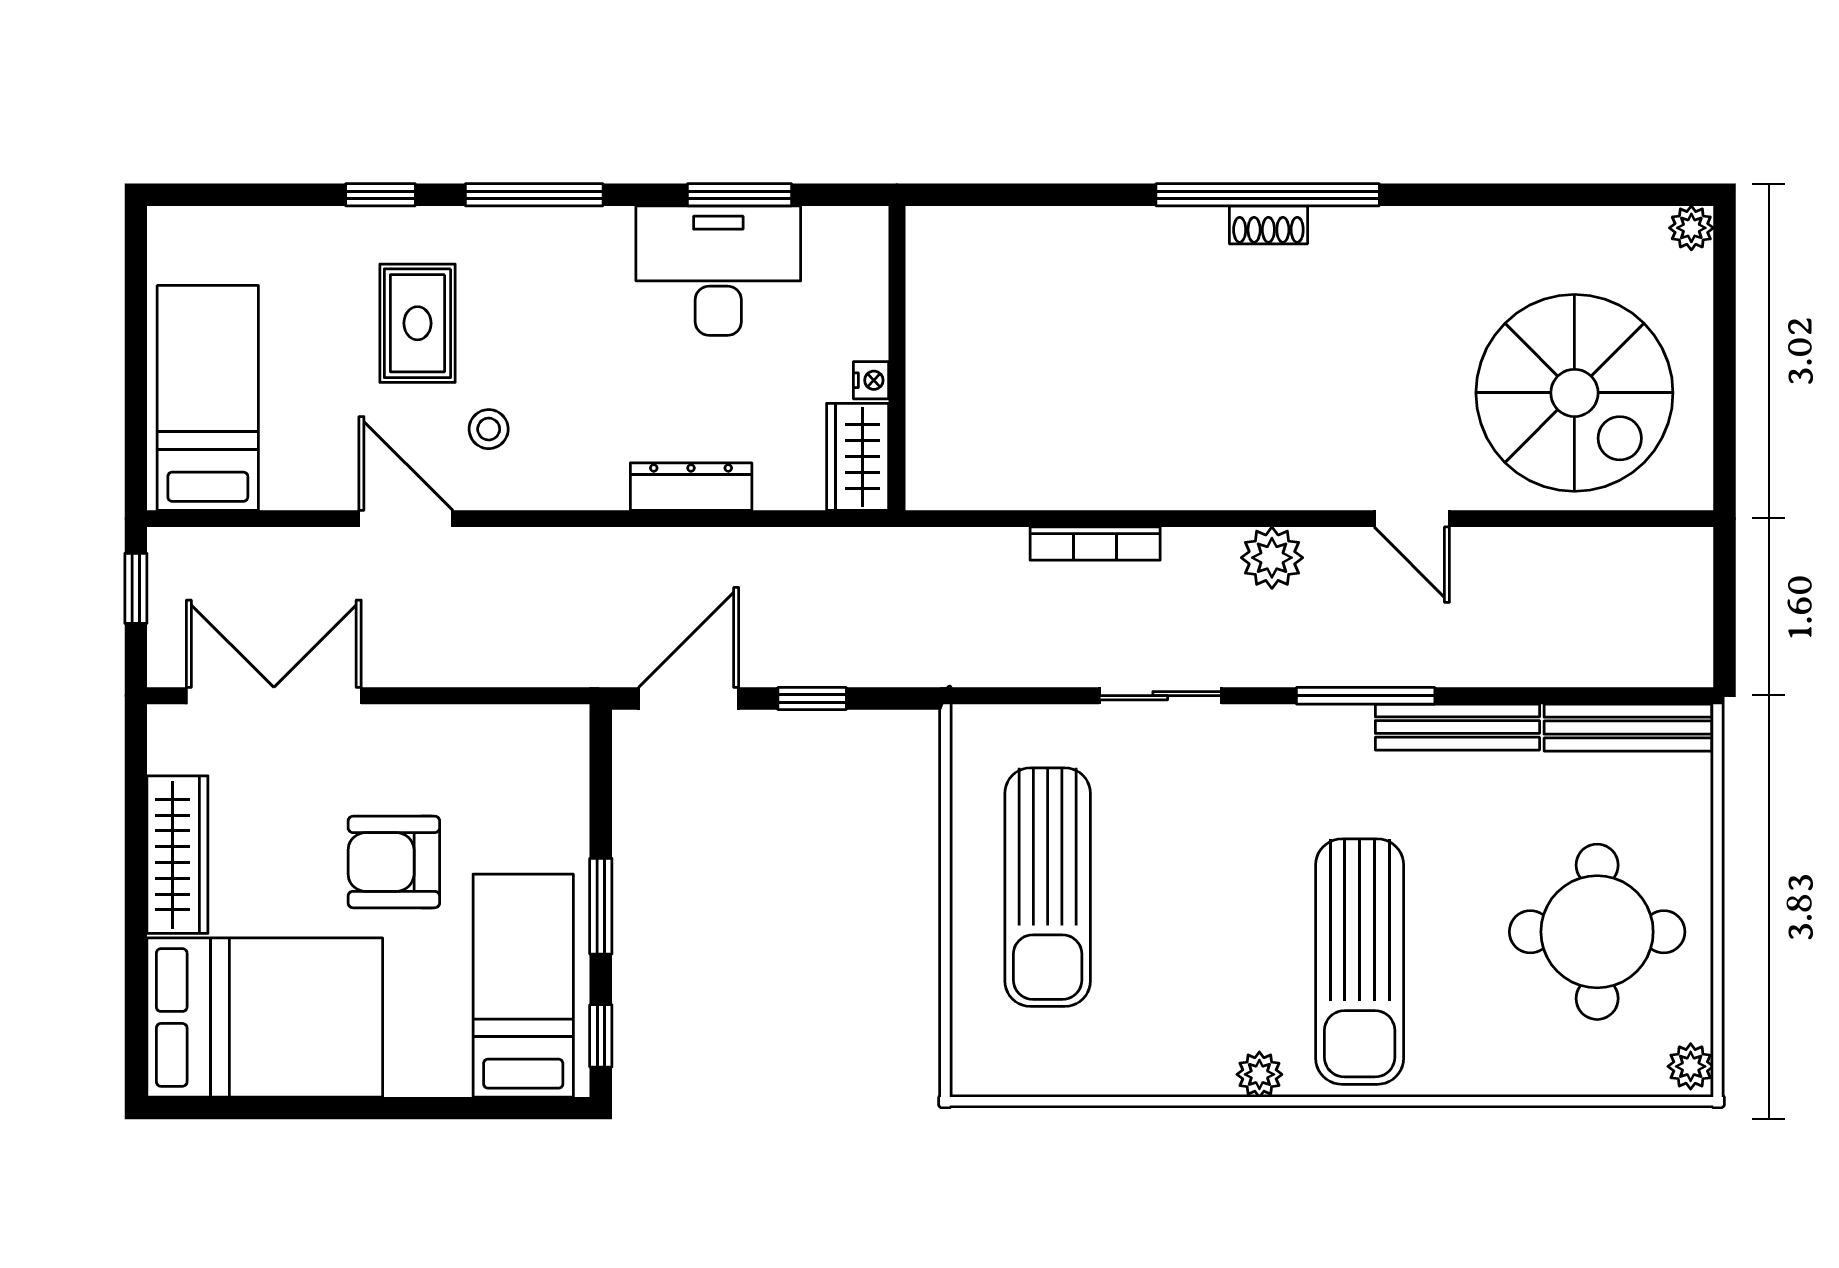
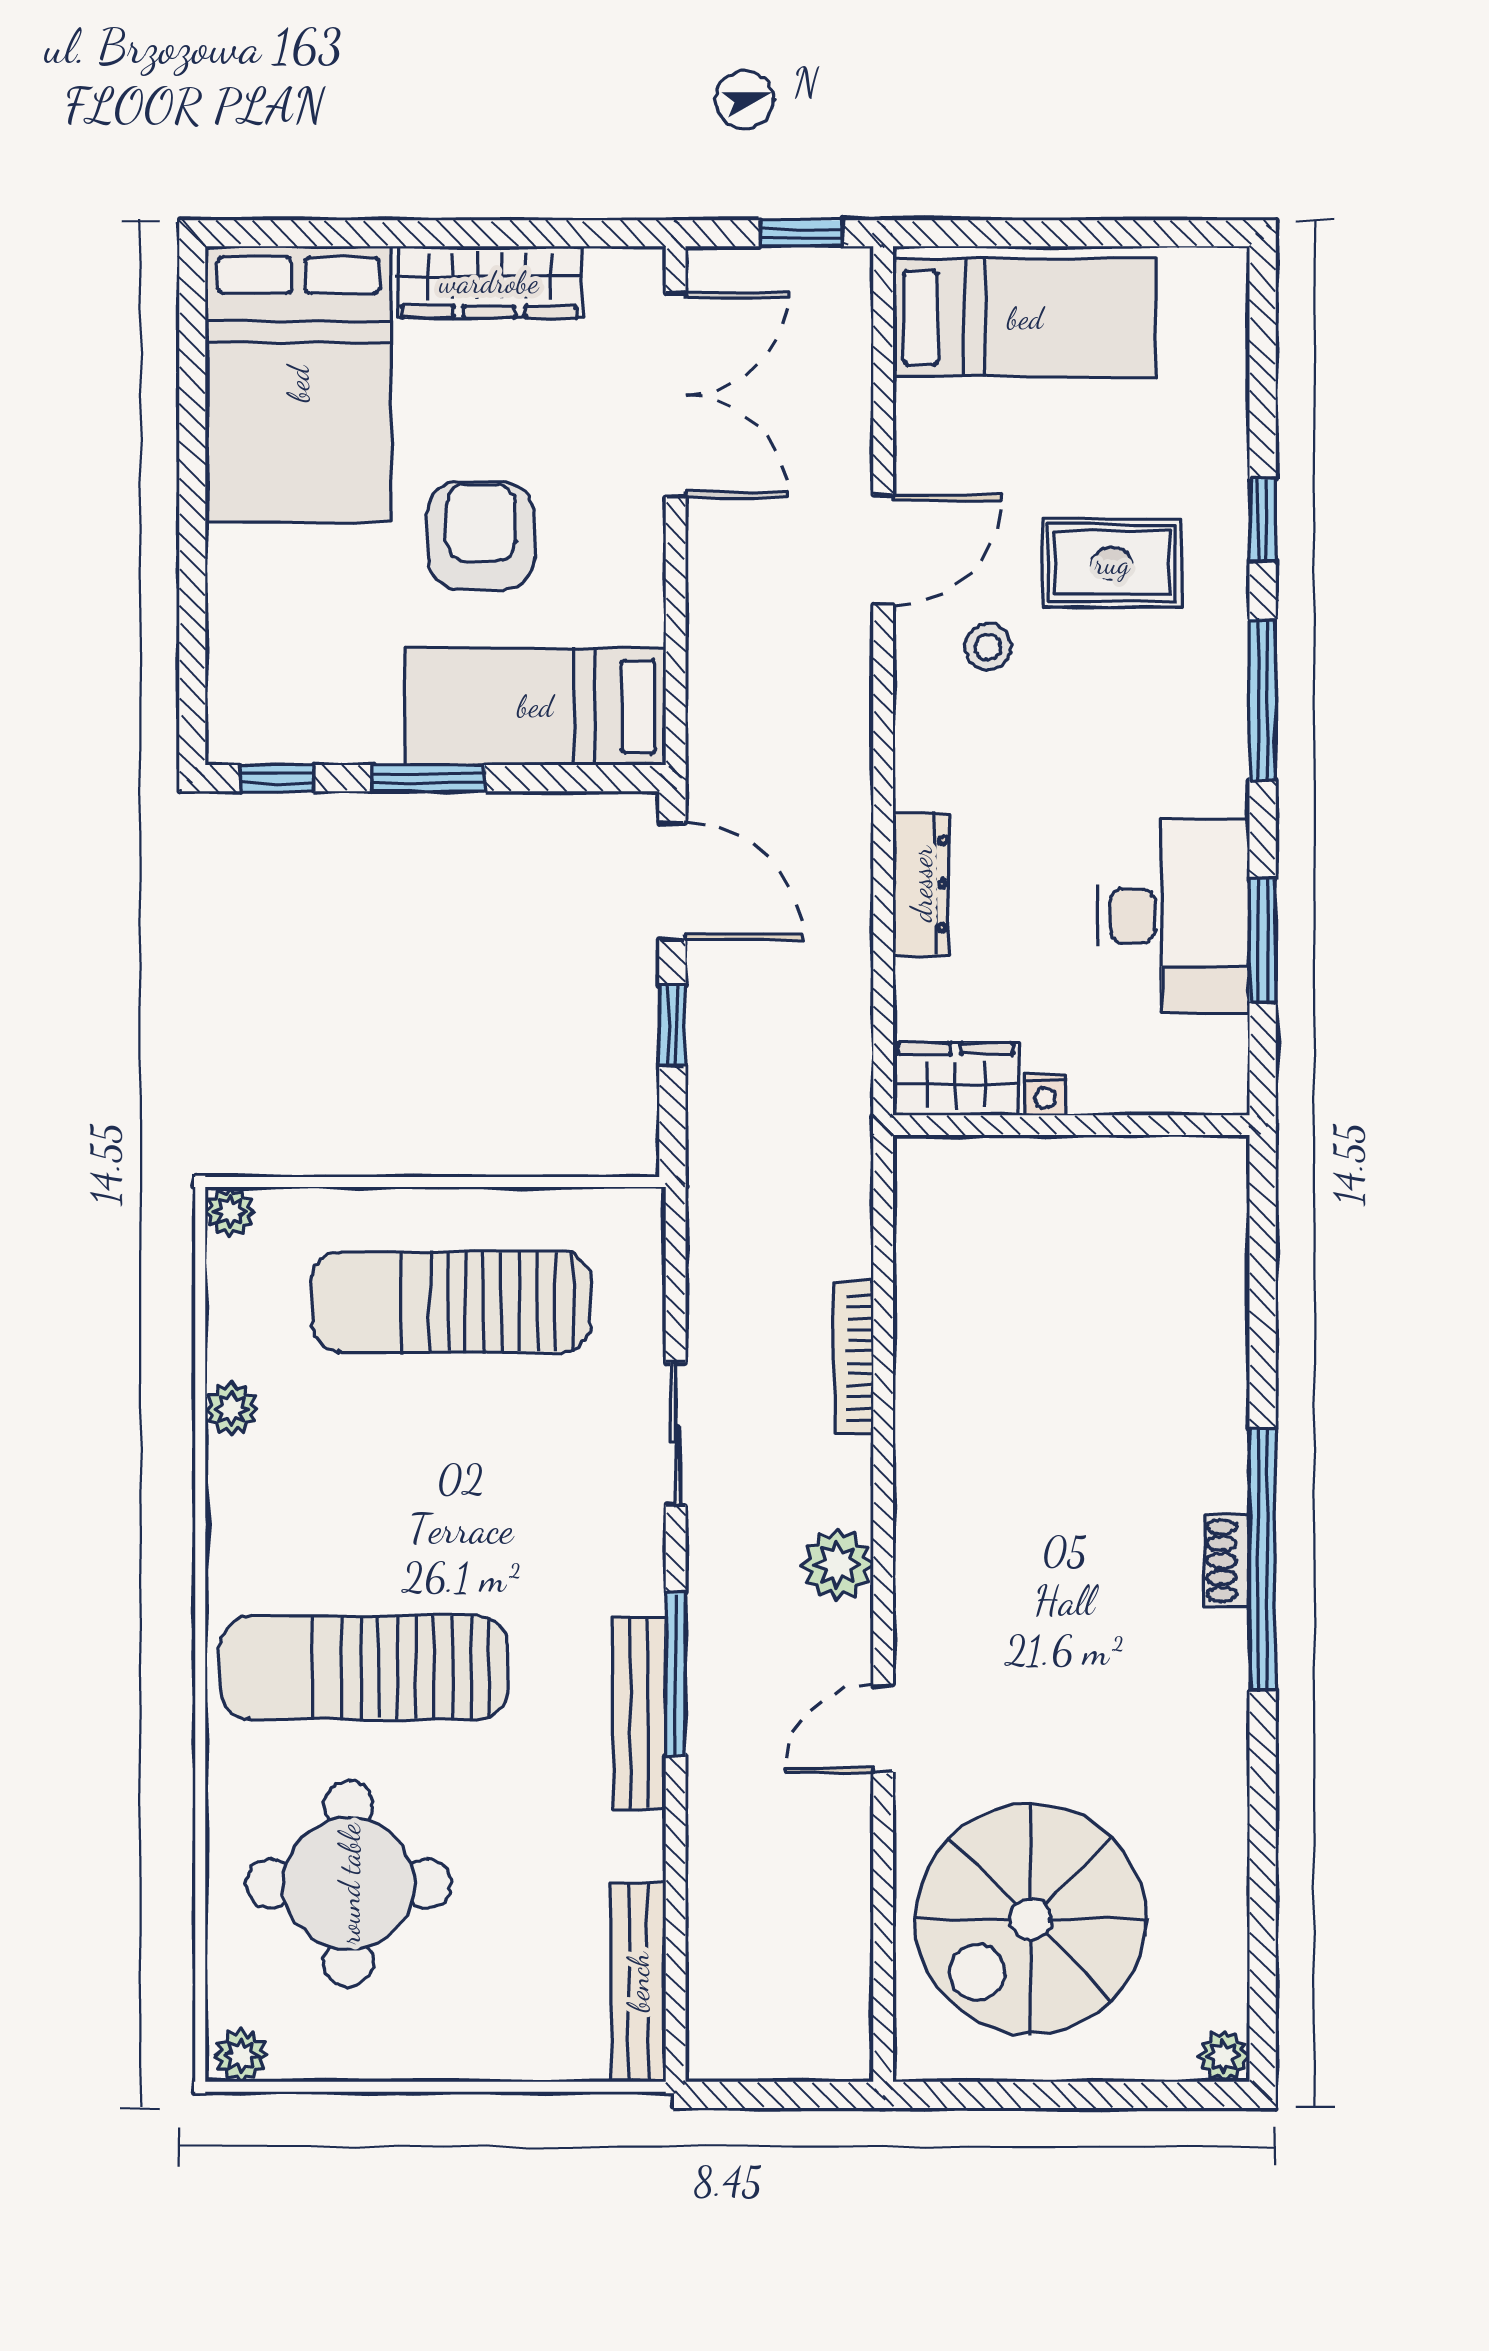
bench: (1457, 727) -> (639, 1713), moved
round table: (1597, 932) -> (349, 1884), moved
bed: (523, 986) -> (535, 706), moved, turned 180
plant: (1259, 1074) -> (232, 1409), moved
plant: (971, 1076) -> (230, 1211), added

